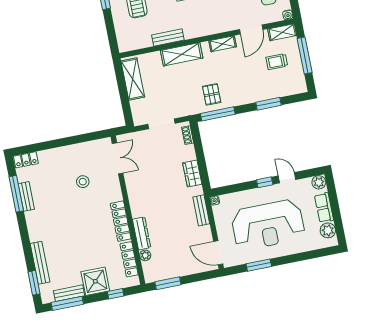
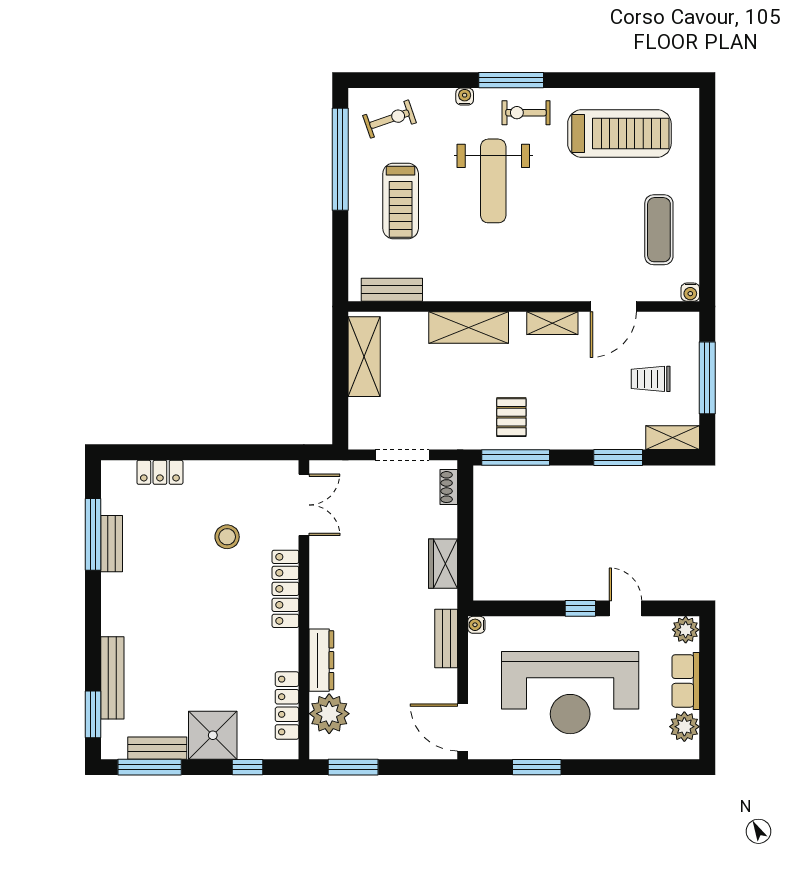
shelving: (282, 32) -> (673, 438), moved
bench: (168, 38) -> (392, 290), moved
locker: (26, 160) -> (160, 472), moved
locker: (121, 221) -> (285, 589), moved
plant: (145, 255) -> (329, 714), width x1.87, depth x1.87

